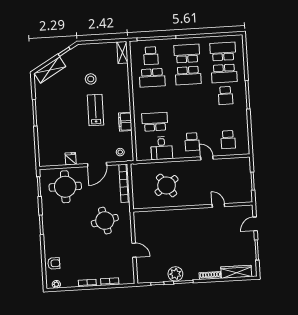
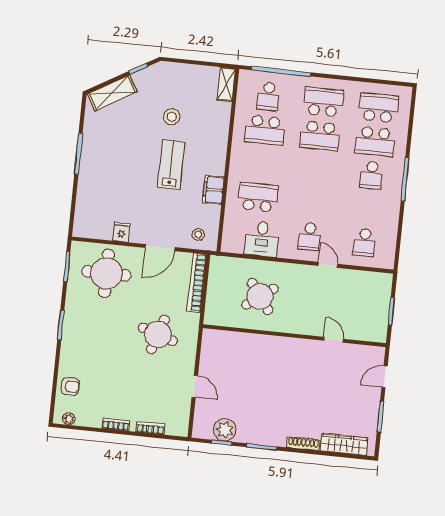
round table: (105, 221) -> (158, 334), turned 30
plant: (175, 274) -> (225, 430), moved

